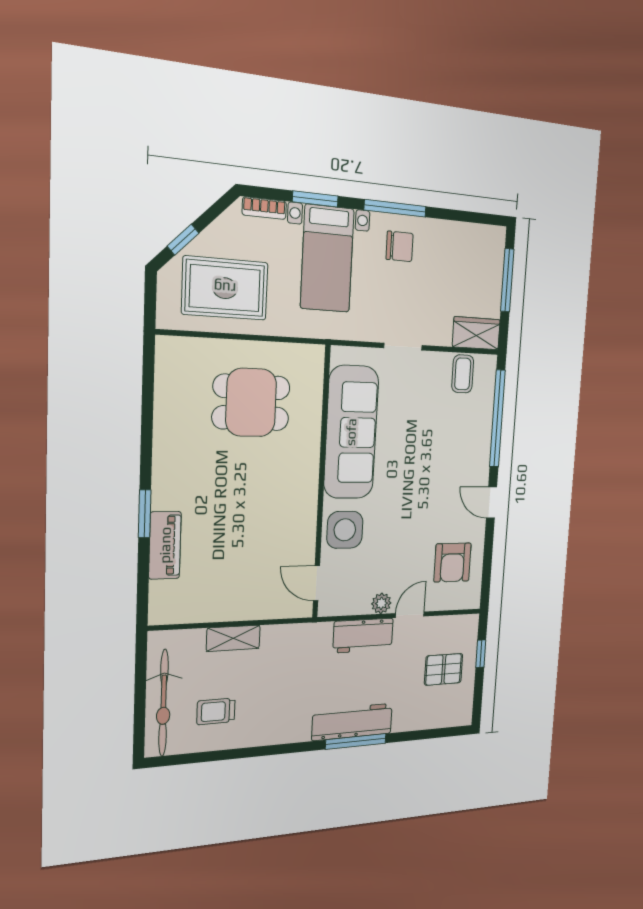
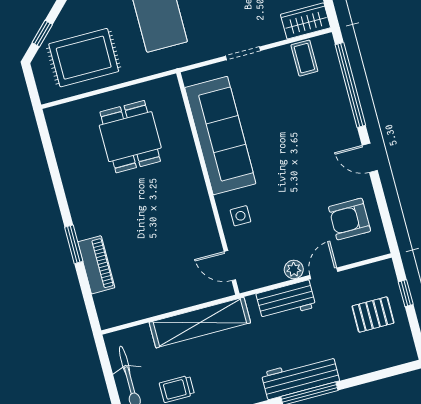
dining table: (251, 403) -> (130, 137), turned 90
side table: (345, 530) -> (241, 216), width x0.54, depth x0.54
armchair: (452, 562) -> (350, 219), turned 90
shelving: (233, 638) -> (200, 323), width x2.20, depth x1.33

